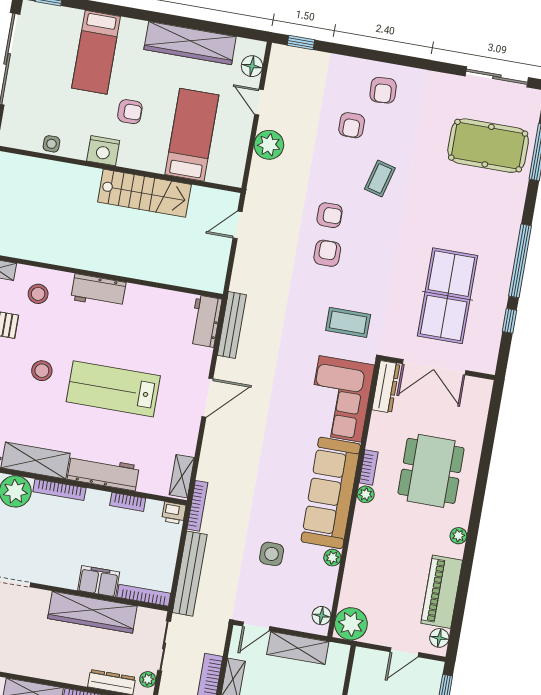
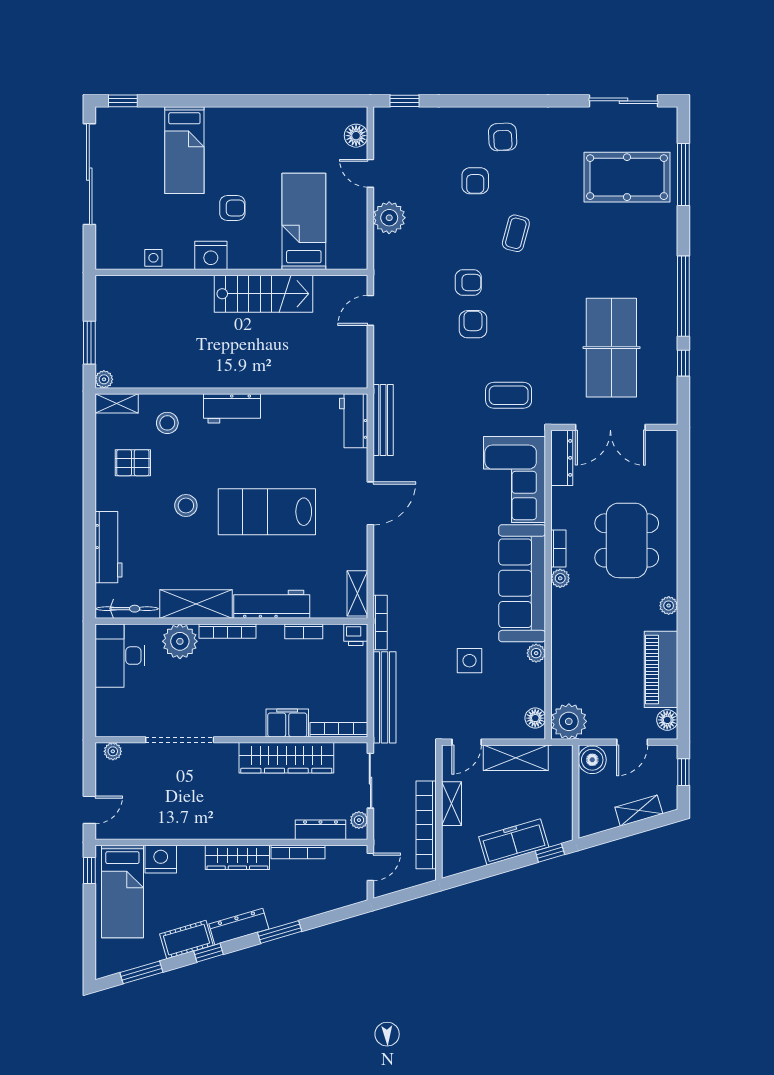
wardrobe: (190, 43) -> (285, 122), removed
boiler: (366, 662) -> (592, 760), added

